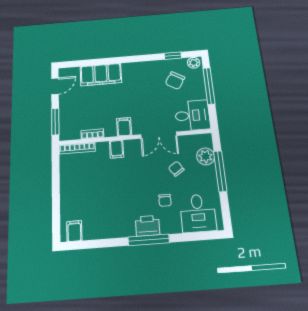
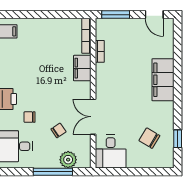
plant: (194, 63) -> (168, 159), removed
filing cabinet: (101, 75) -> (163, 80), moved
window: (209, 86) -> (141, 172), removed
filing cabinet: (124, 127) -> (104, 83), removed
filing cabinet: (117, 149) -> (82, 68), width x2.00

